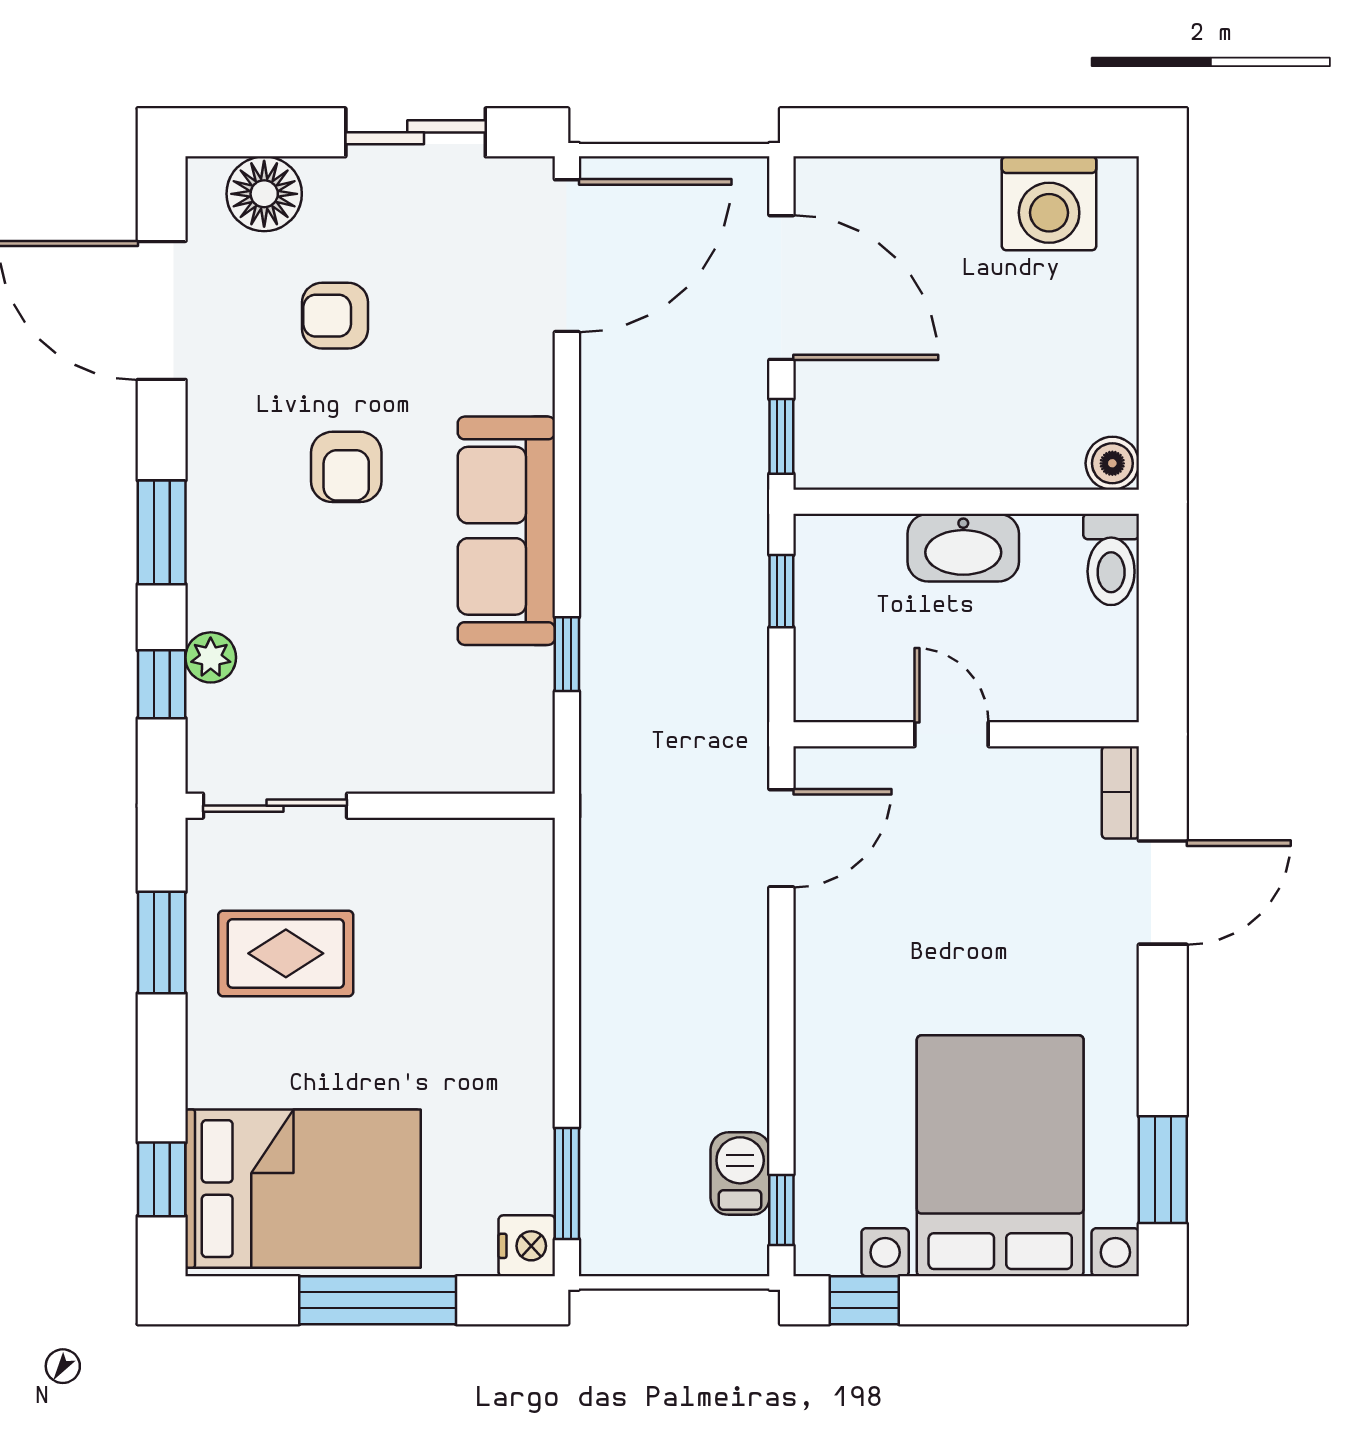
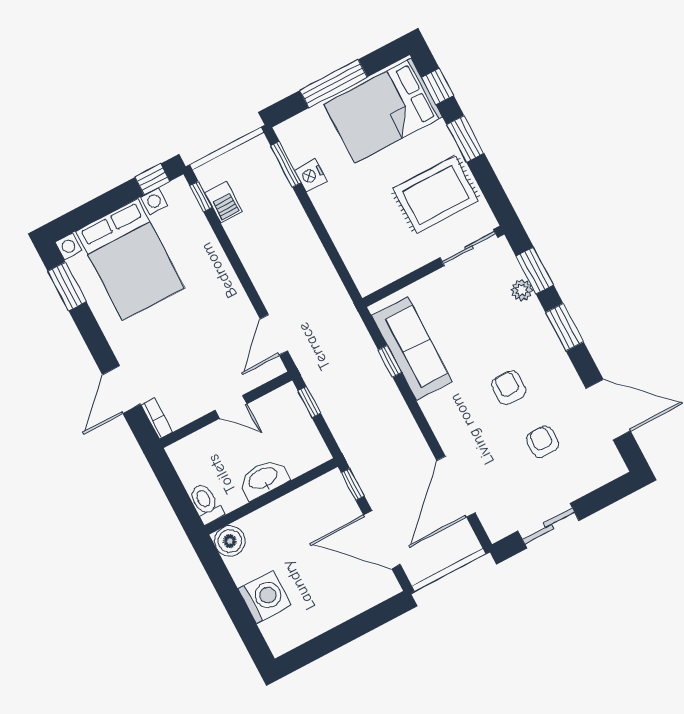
floor lamp: (264, 194) -> (593, 473), removed
washing machine: (1049, 203) -> (264, 597), moved, turned 90
door: (567, 256) -> (456, 487), moved
armchair: (335, 316) -> (543, 442), turned -90
boiler: (1112, 463) -> (230, 541), width x1.36, depth x1.36
sofa: (506, 531) -> (412, 348), moved
window: (781, 591) -> (309, 402), moved
window: (162, 684) -> (535, 271), width x1.50
window: (162, 943) -> (465, 139), moved
rug: (286, 953) -> (436, 195), width x1.36, depth x1.43
nightstand: (527, 1246) -> (311, 175), moved

